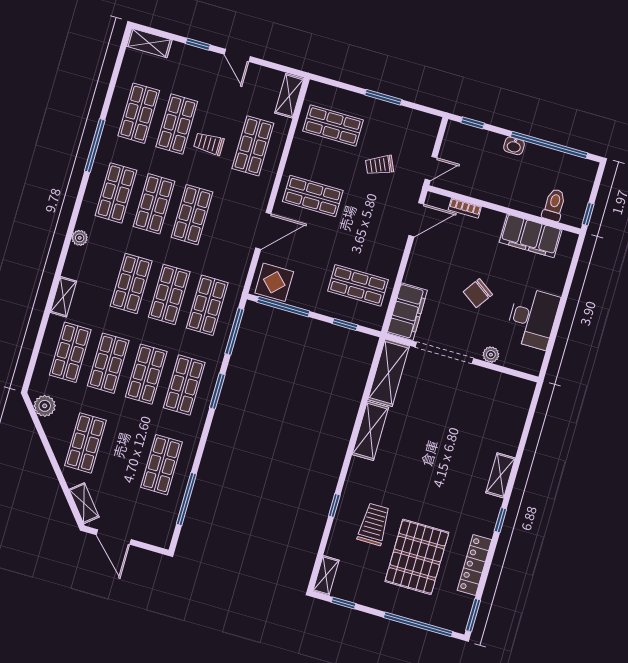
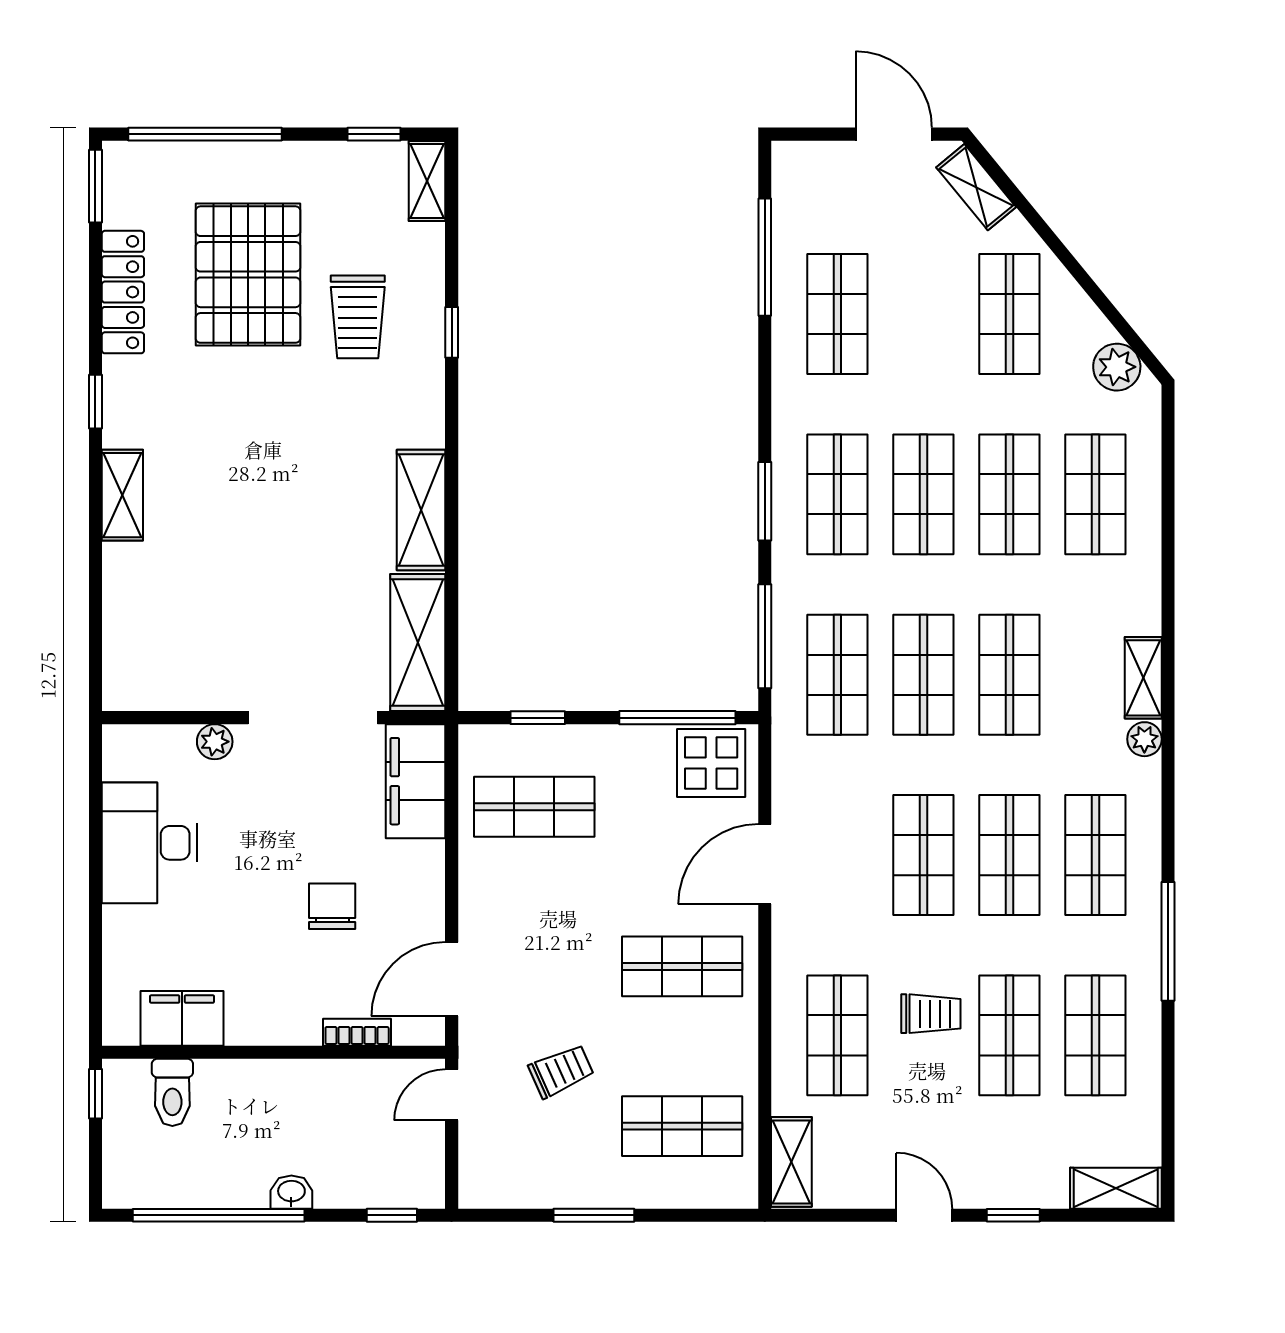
filing cabinet: (531, 236) -> (182, 1018), width x0.67, depth x0.86
chair: (478, 293) -> (332, 906), moved, turned -35
shelving: (63, 297) -> (1143, 678), moved

